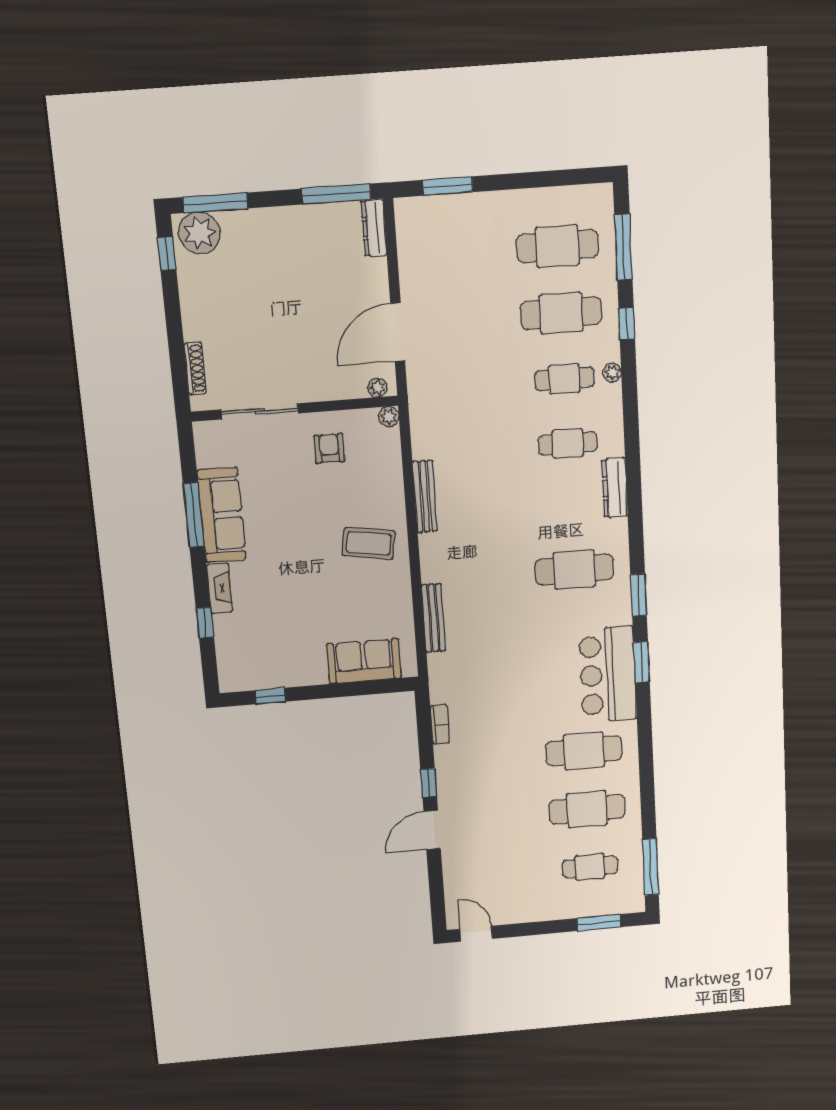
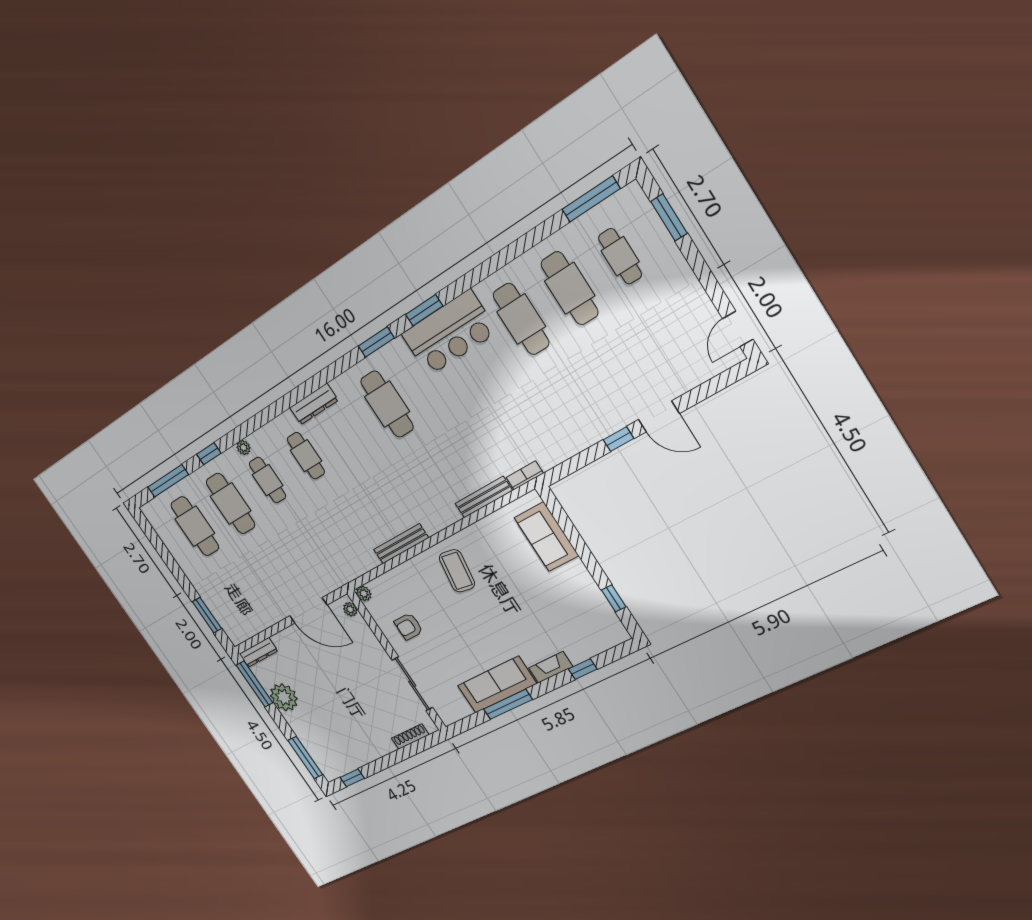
plant: (199, 233) -> (284, 697), moved
bookcase: (440, 724) -> (525, 475), moved

